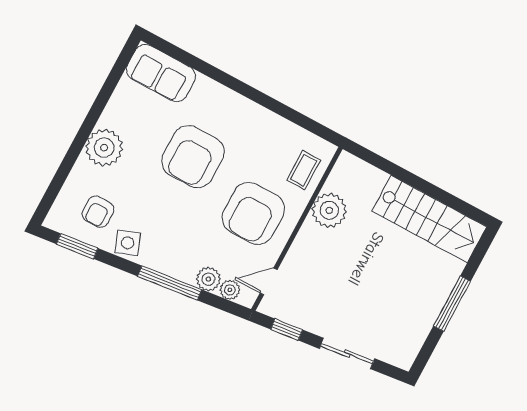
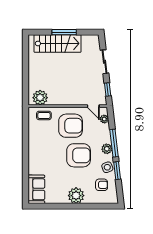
armchair: (193, 157) -> (79, 155), moved
plant: (329, 210) -> (40, 98), moved
stairs: (429, 219) -> (58, 43), moved, turned 90
window: (77, 246) -> (117, 171), moved
plant: (208, 279) -> (107, 149), moved

